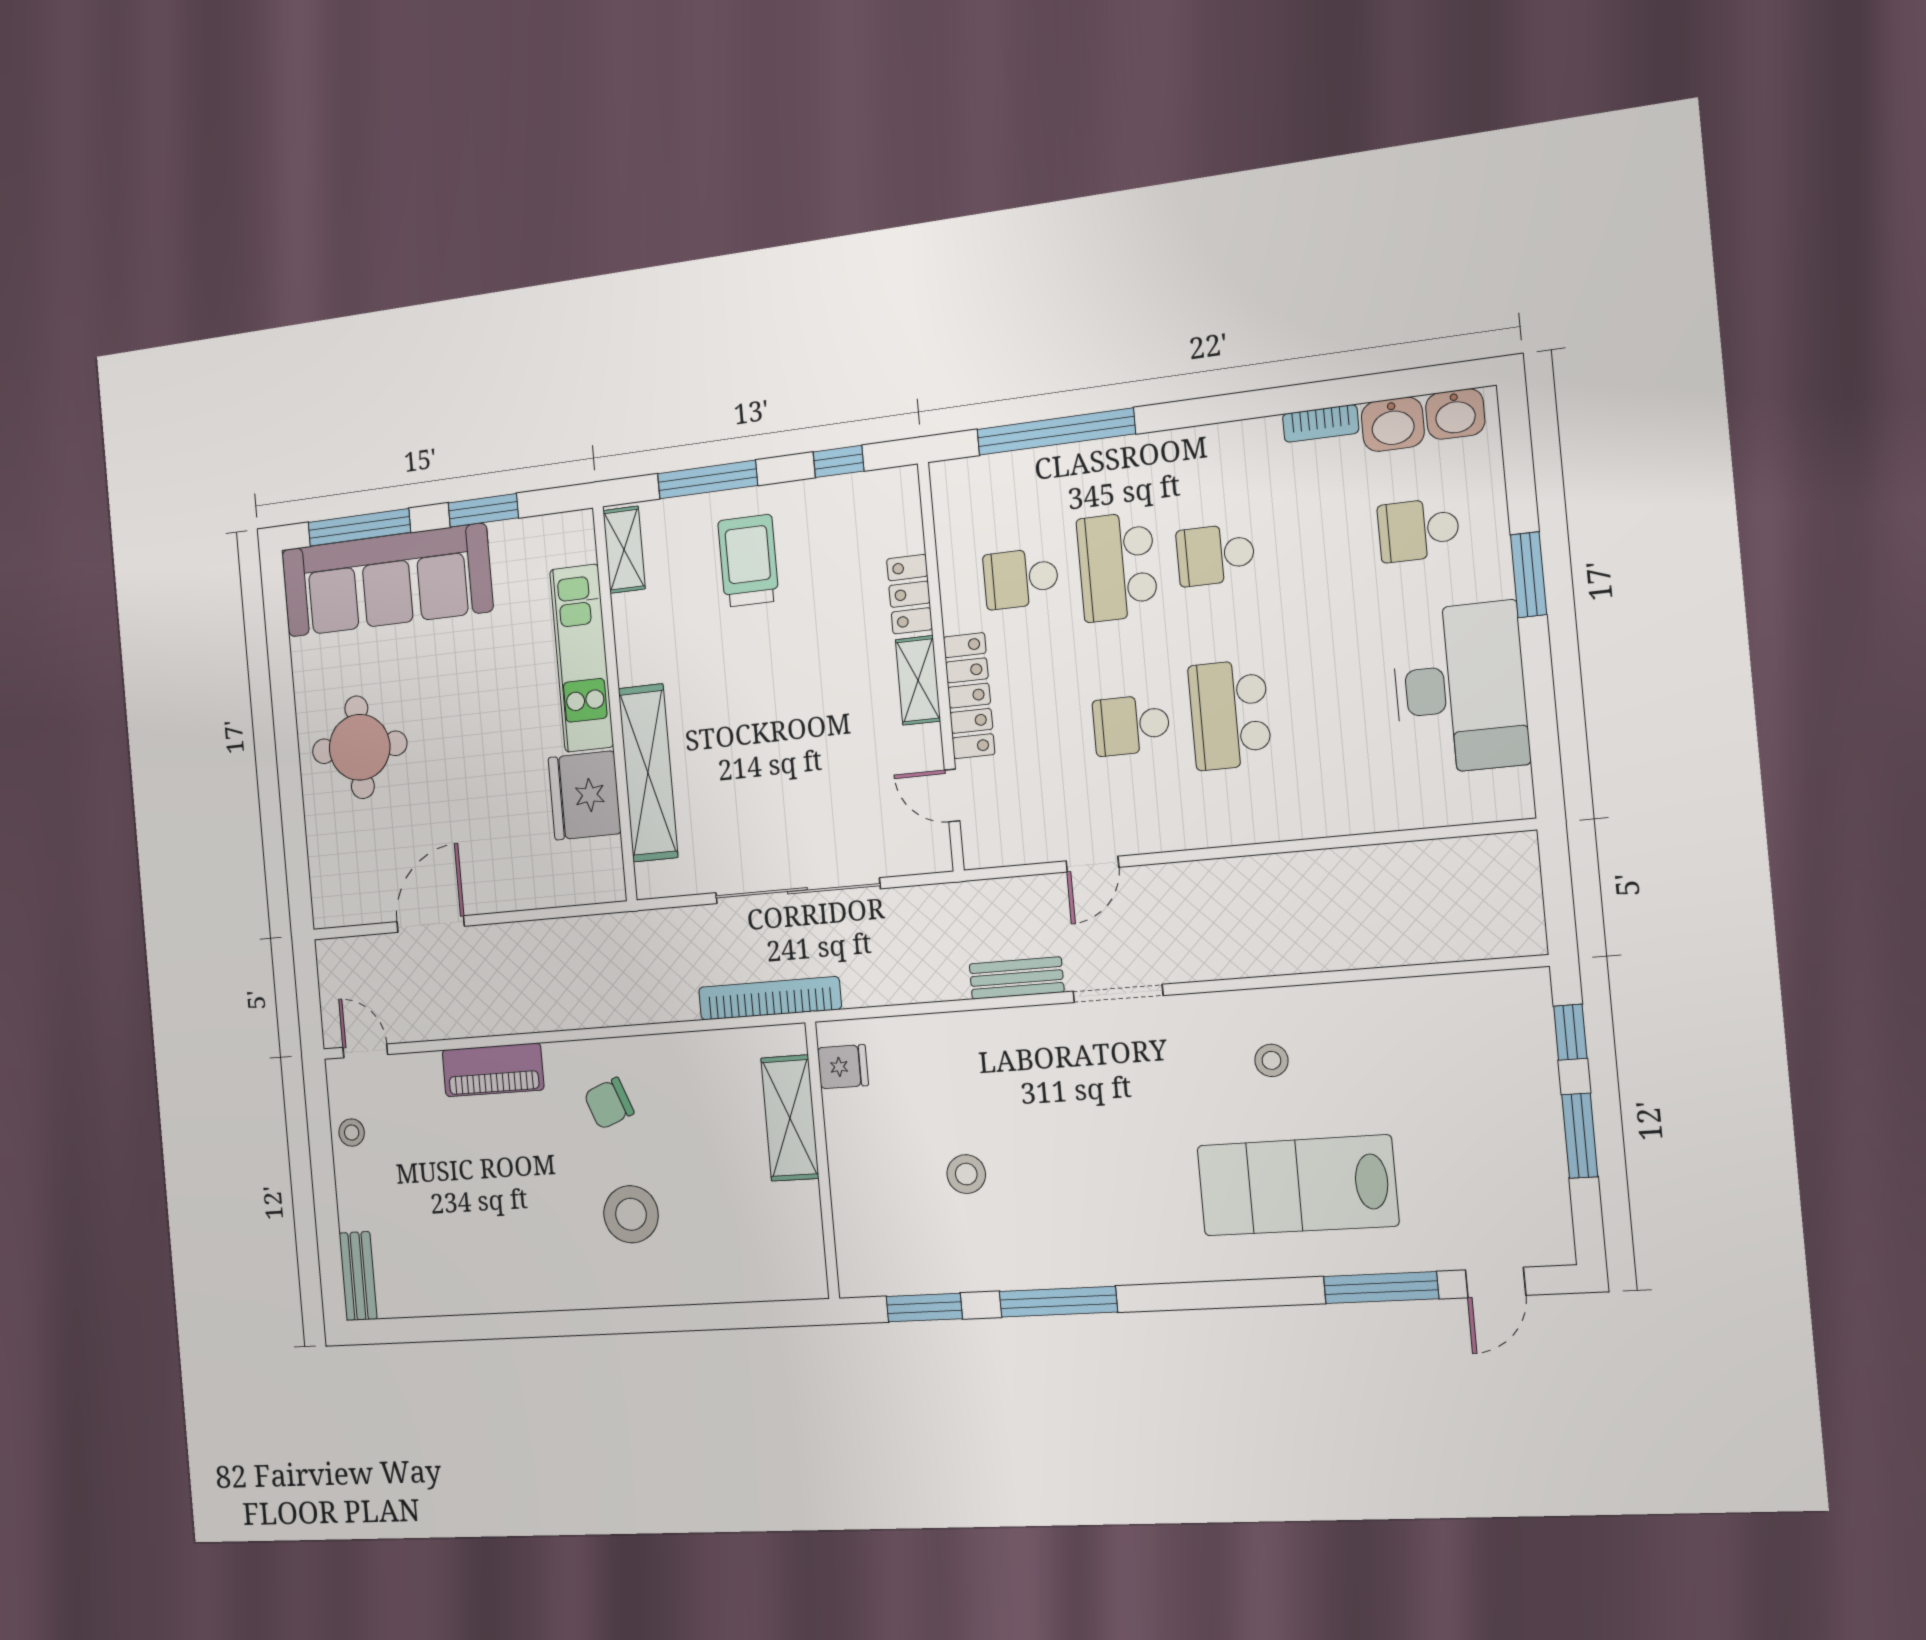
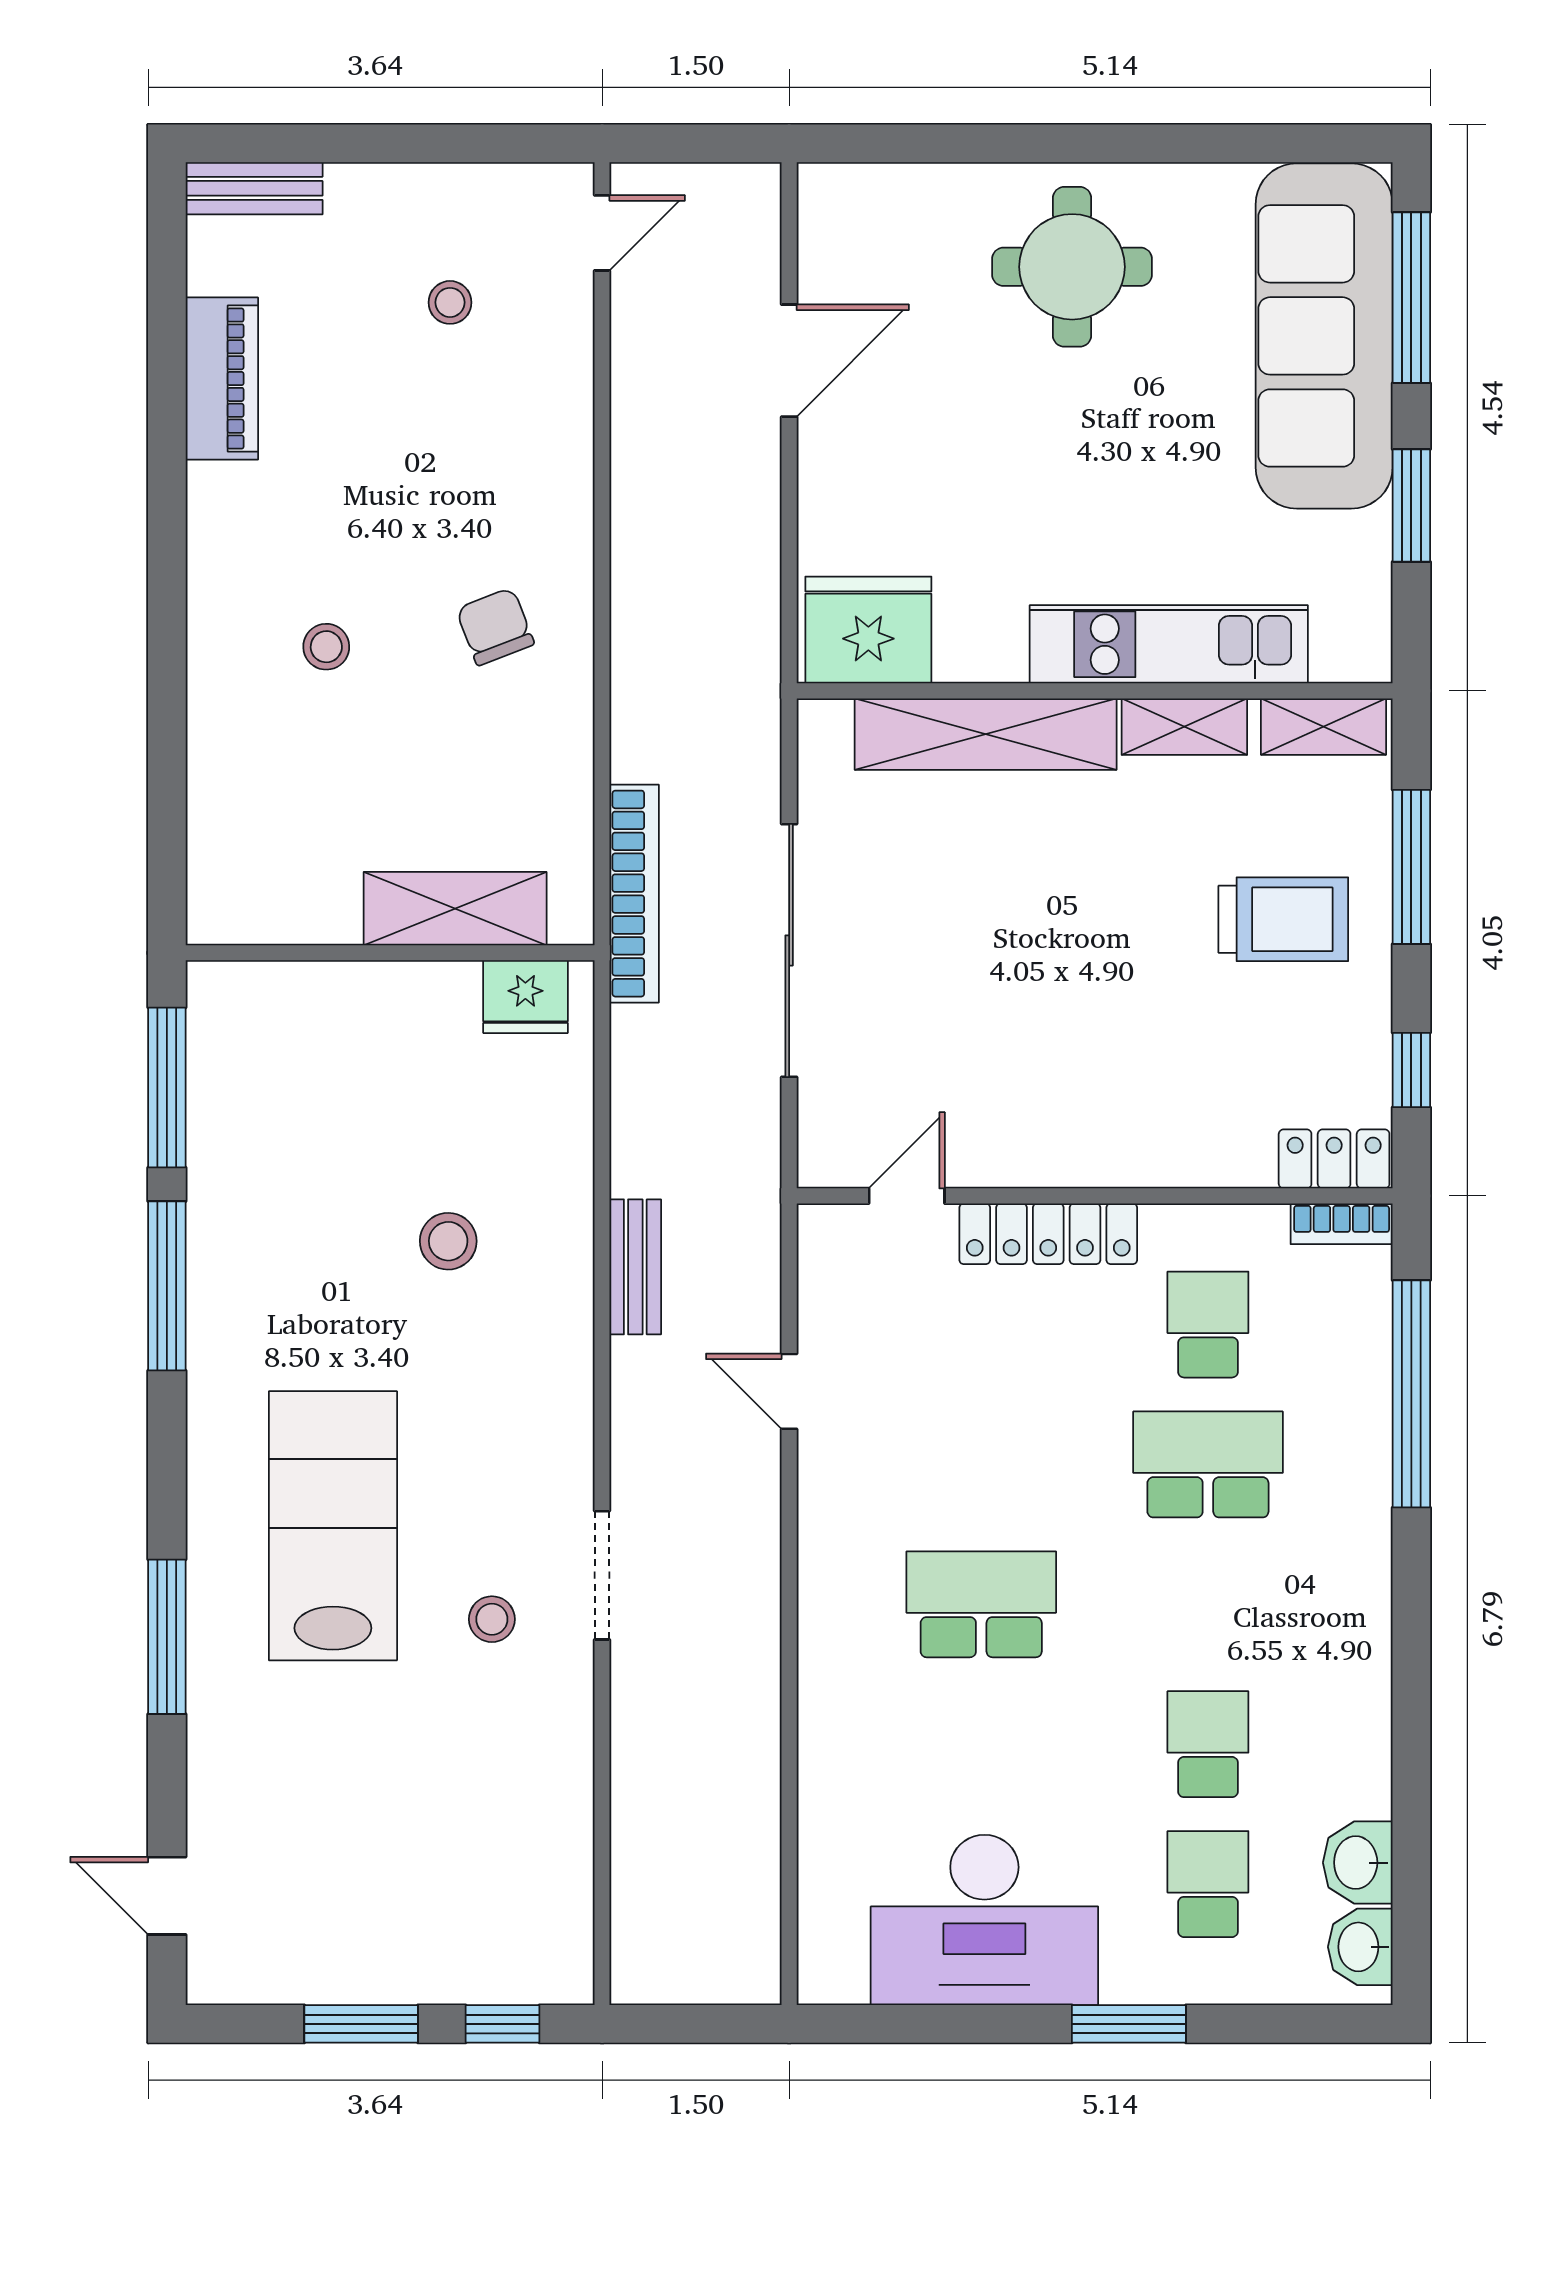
bookcase: (1321, 423) -> (1342, 1224), moved, turned -90
school desk: (1215, 555) -> (1208, 1744), moved
locker: (910, 594) -> (1334, 1159), moved
shelving: (918, 680) -> (1184, 727), moved
school desk: (1131, 725) -> (981, 1464), removed
fridge: (585, 795) -> (868, 630), moved
door: (431, 924) -> (789, 361), hinge flipped
doorway: (1118, 993) -> (602, 1575), moved
fridge: (843, 1067) -> (525, 997), width x1.38
piano: (493, 1070) -> (222, 379), moved, turned 180
stool: (352, 1133) -> (450, 302), moved
stool: (966, 1174) -> (448, 1241), moved
lab bench: (1297, 1186) -> (333, 1526), moved
stool: (631, 1214) -> (326, 647), width x0.53, depth x0.53
window: (1381, 1288) -> (167, 1637), moved
window: (924, 1308) -> (167, 1088), width x1.44

